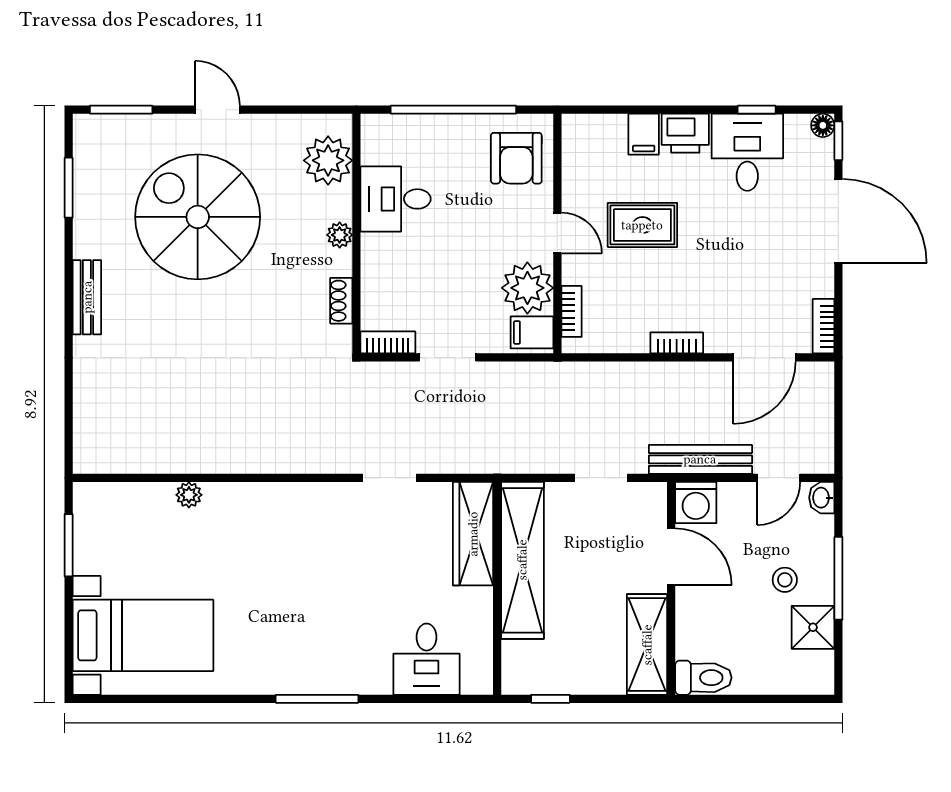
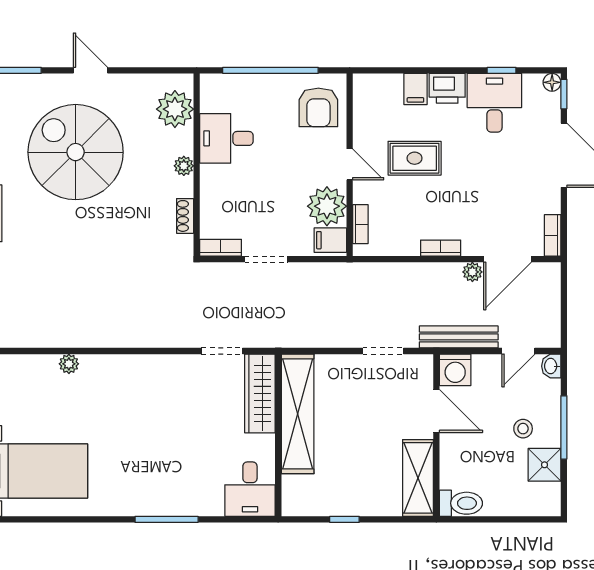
plant: (718, 374) -> (472, 272), added
wardrobe: (473, 534) -> (260, 393), moved
shelving: (522, 560) -> (298, 414), moved
wall: (497, 588) -> (278, 435), moved

